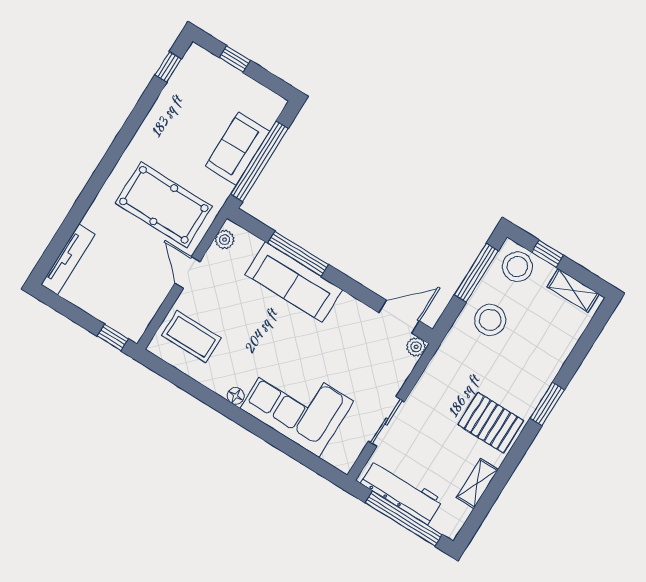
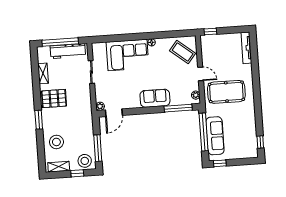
window: (235, 59) -> (220, 163), moved
sofa: (237, 149) -> (215, 136), width x1.36
window: (298, 254) -> (178, 108), moved
sofa: (294, 282) -> (155, 98), width x0.73
stool: (490, 320) -> (56, 142), moved
coffee table: (191, 337) -> (183, 52), turned 39

